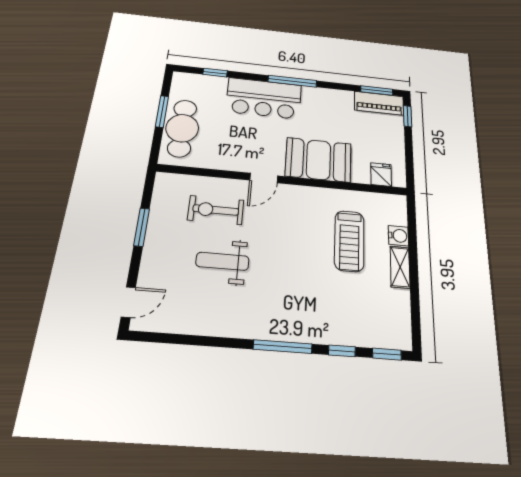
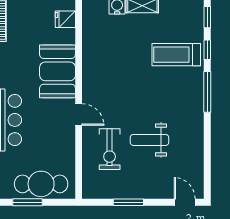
treadmill: (349, 241) -> (176, 55), moved, turned 180
weight bench: (222, 261) -> (149, 140), turned 90

